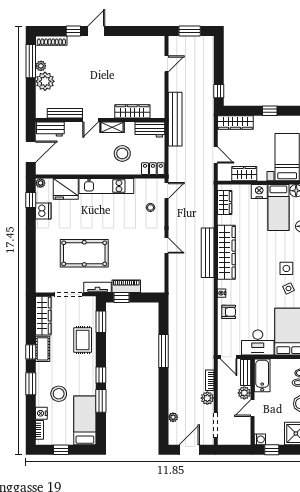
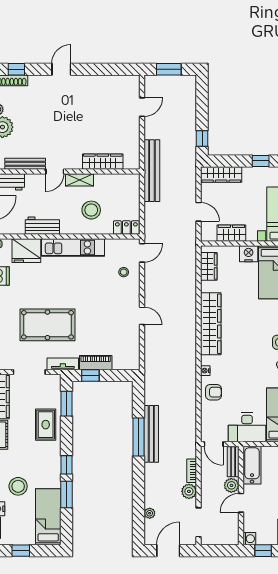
window: (73, 31) -> (16, 69), moved
workbench: (150, 129) -> (42, 226), moved, turned 180
bench: (208, 253) -> (151, 434), moved

